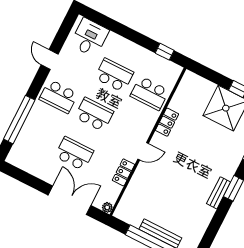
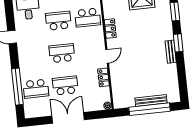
school desk: (59, 96) -> (36, 89), moved
double door: (70, 200) -> (68, 118), moved

